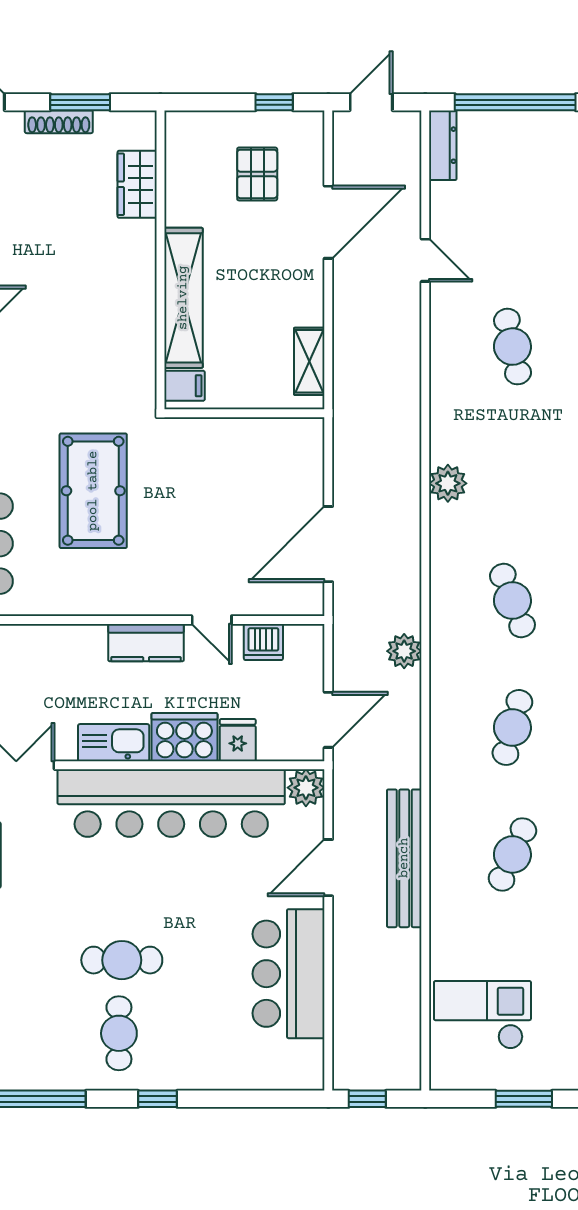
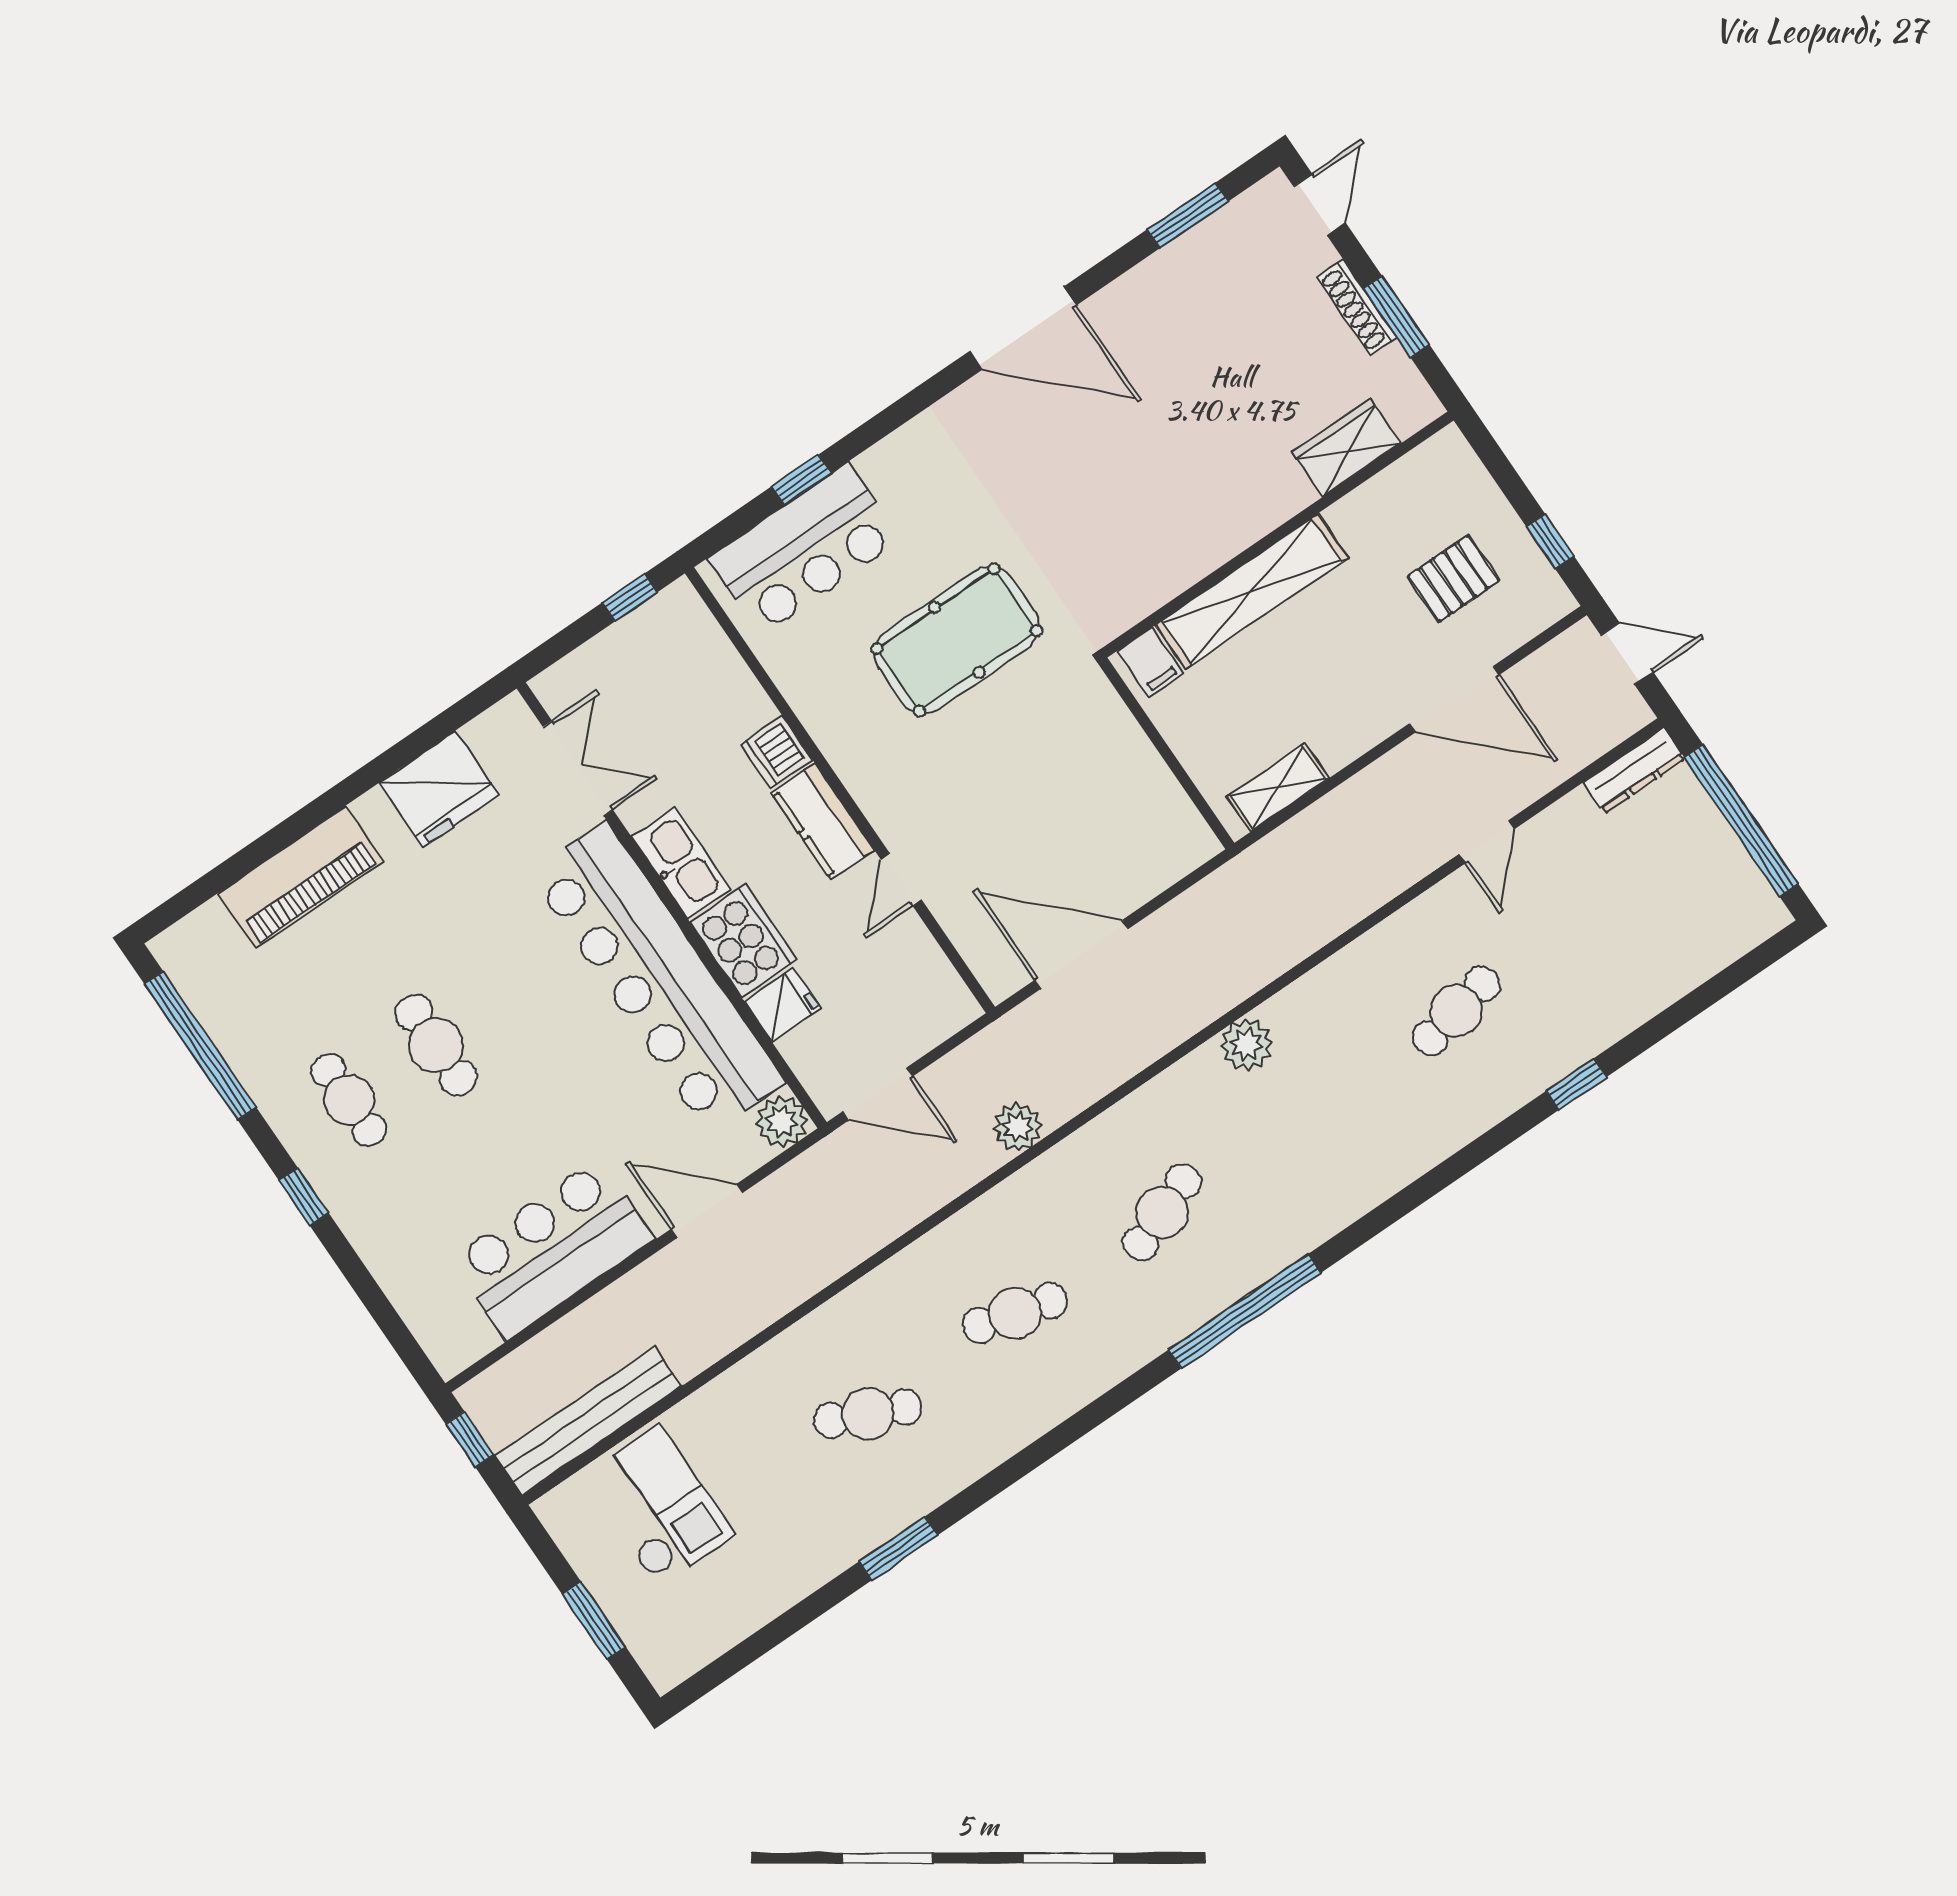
dishwasher: (263, 642) -> (776, 752), moved
bench: (404, 858) -> (588, 1421), moved
cafe table: (119, 1033) -> (349, 1100), turned 90

